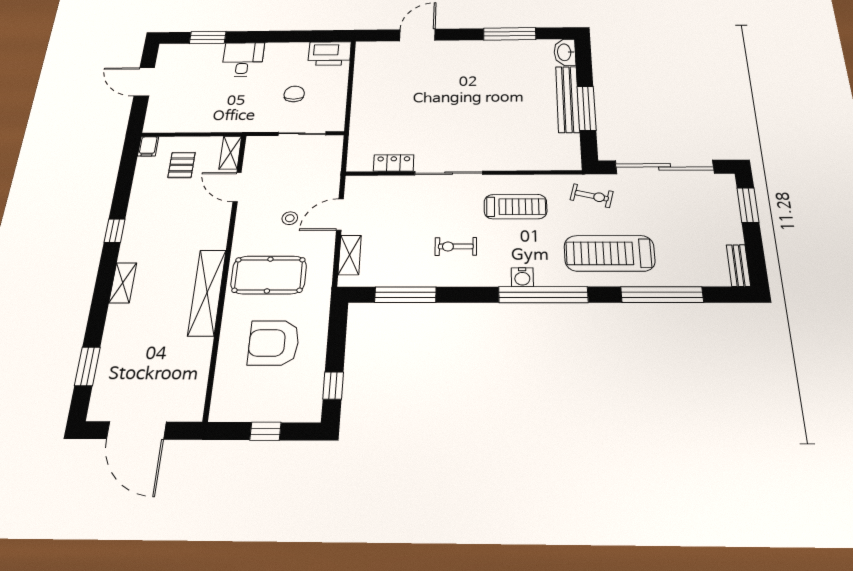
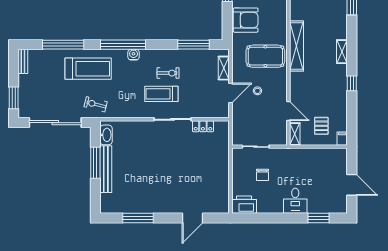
washbasin: (565, 52) -> (106, 135), moved
treadmill: (515, 207) -> (161, 94), moved
armchair: (274, 343) -> (246, 20), moved

